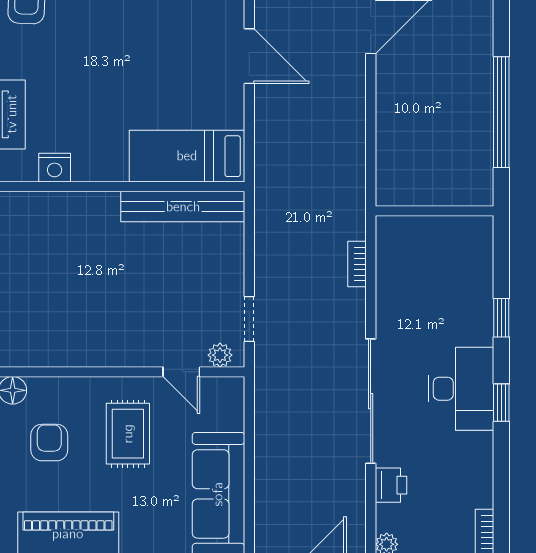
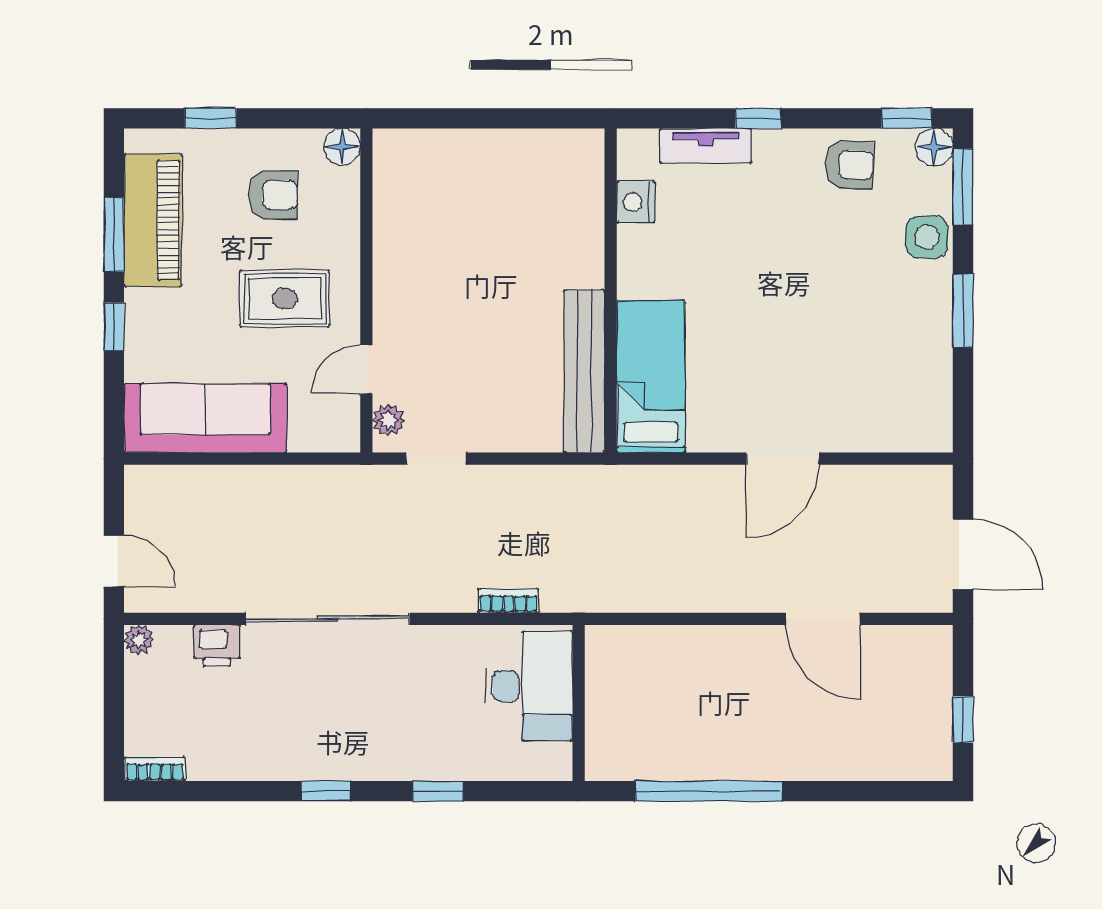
desk: (461, 389) -> (529, 686), moved, turned -90

